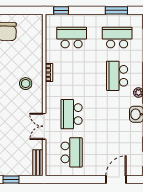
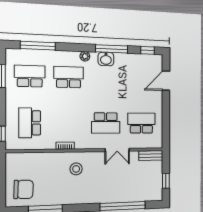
school desk: (117, 38) -> (30, 76), turned 90
school desk: (117, 76) -> (69, 77), turned 180
door: (116, 180) -> (166, 81), hinge flipped

